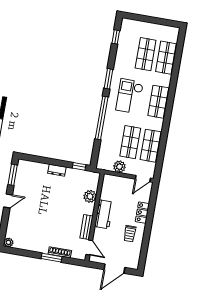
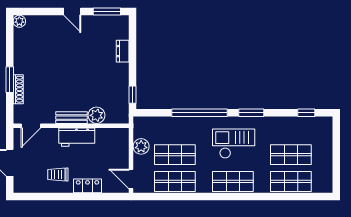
dresser: (57, 170) -> (123, 51), moved
bench: (86, 227) -> (71, 118), moved

